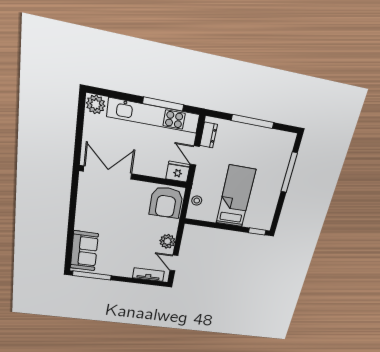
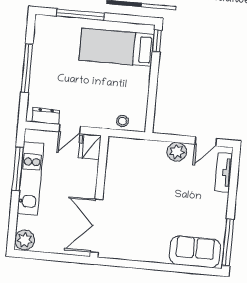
kitchen unit: (154, 116) -> (31, 178), width x0.73
bed: (236, 196) -> (117, 47), moved
armchair: (166, 202) -> (127, 157), removed

